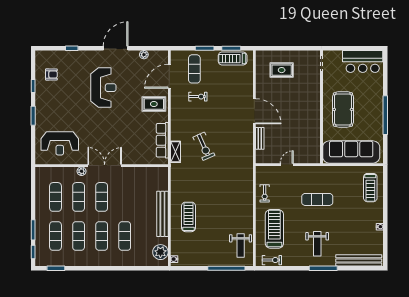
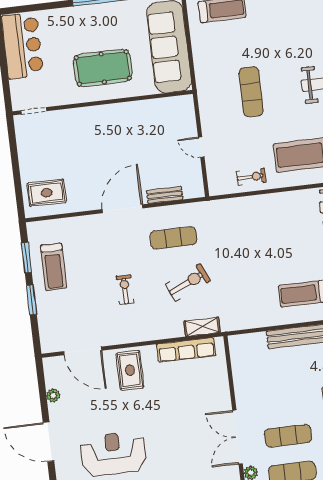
treadmill: (233, 59) -> (54, 267), moved
exercise mat: (194, 69) -> (173, 238), moved
rug: (282, 70) -> (47, 193), moved, turned 90
exercise bike: (198, 97) -> (125, 290), moved

